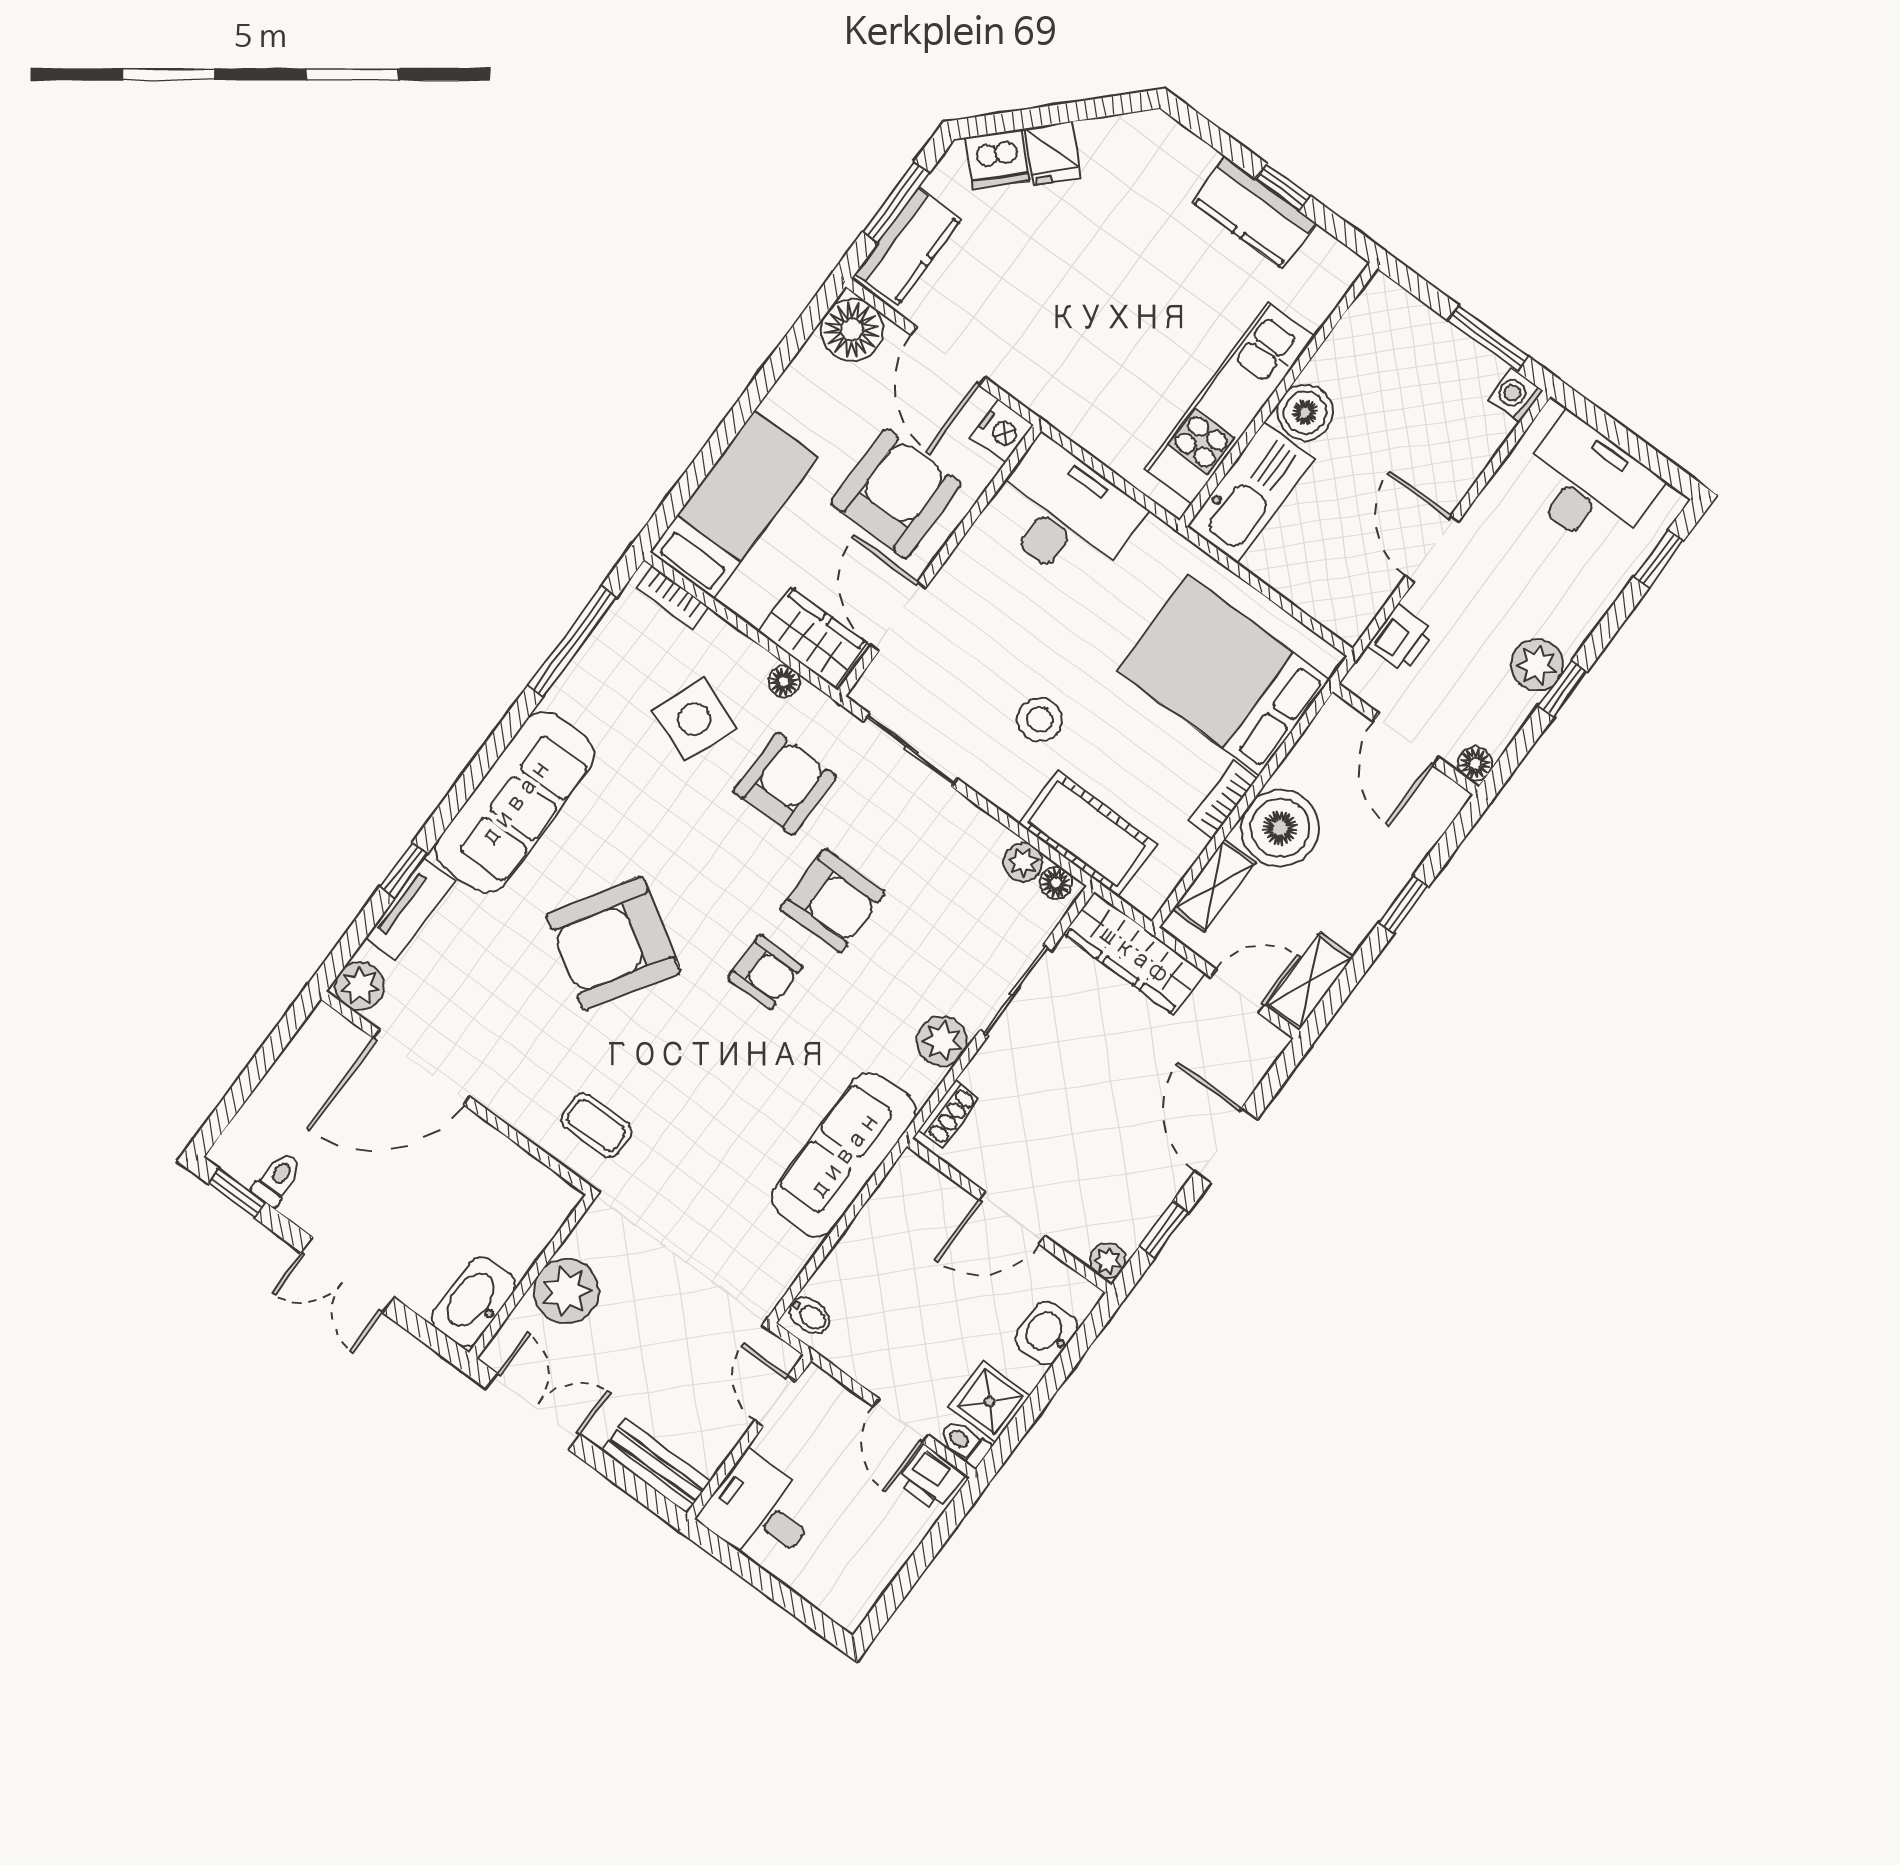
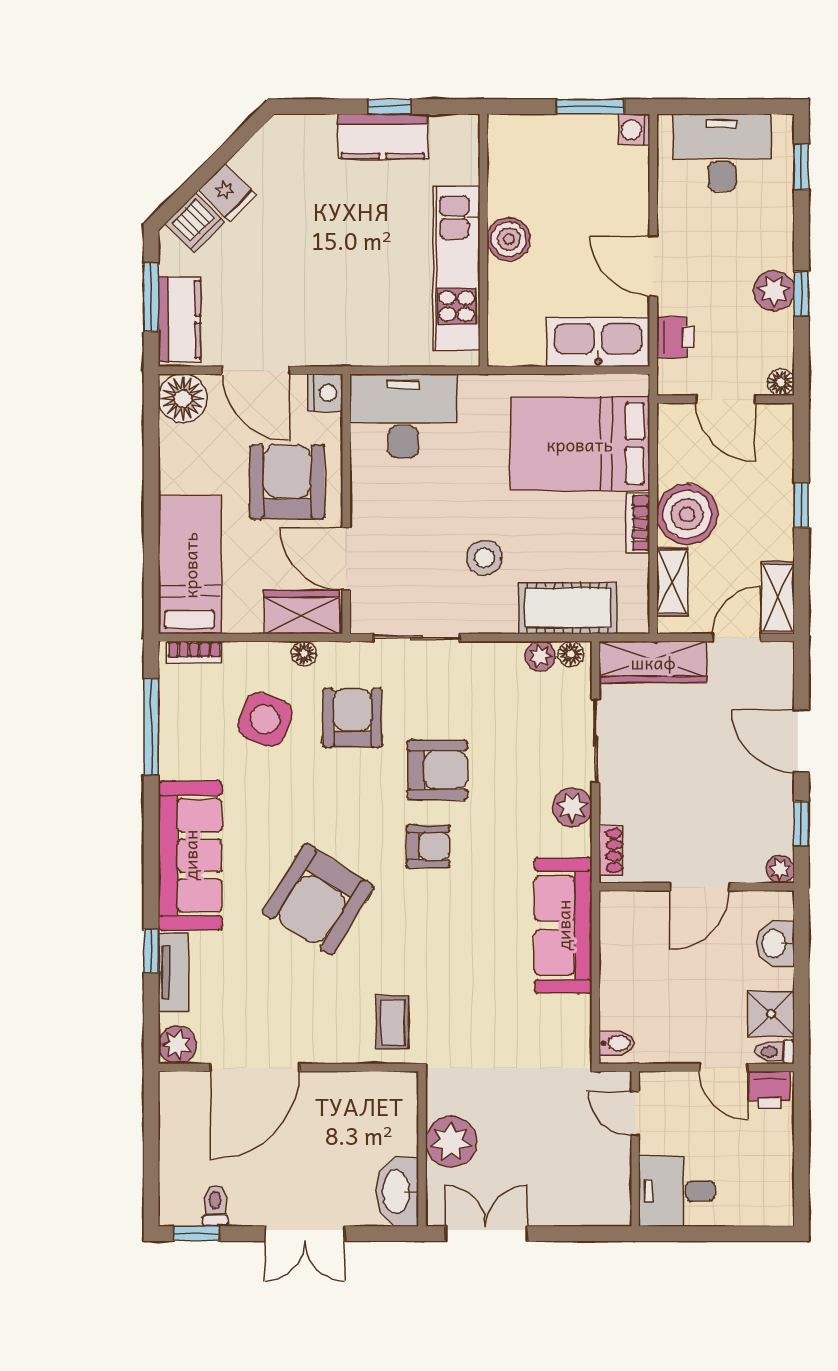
kitchen sink: (1251, 492) -> (598, 342), moved, turned -90
coffee table: (596, 1125) -> (393, 1022), turned 90
bench: (656, 1466) -> (590, 1210), removed

